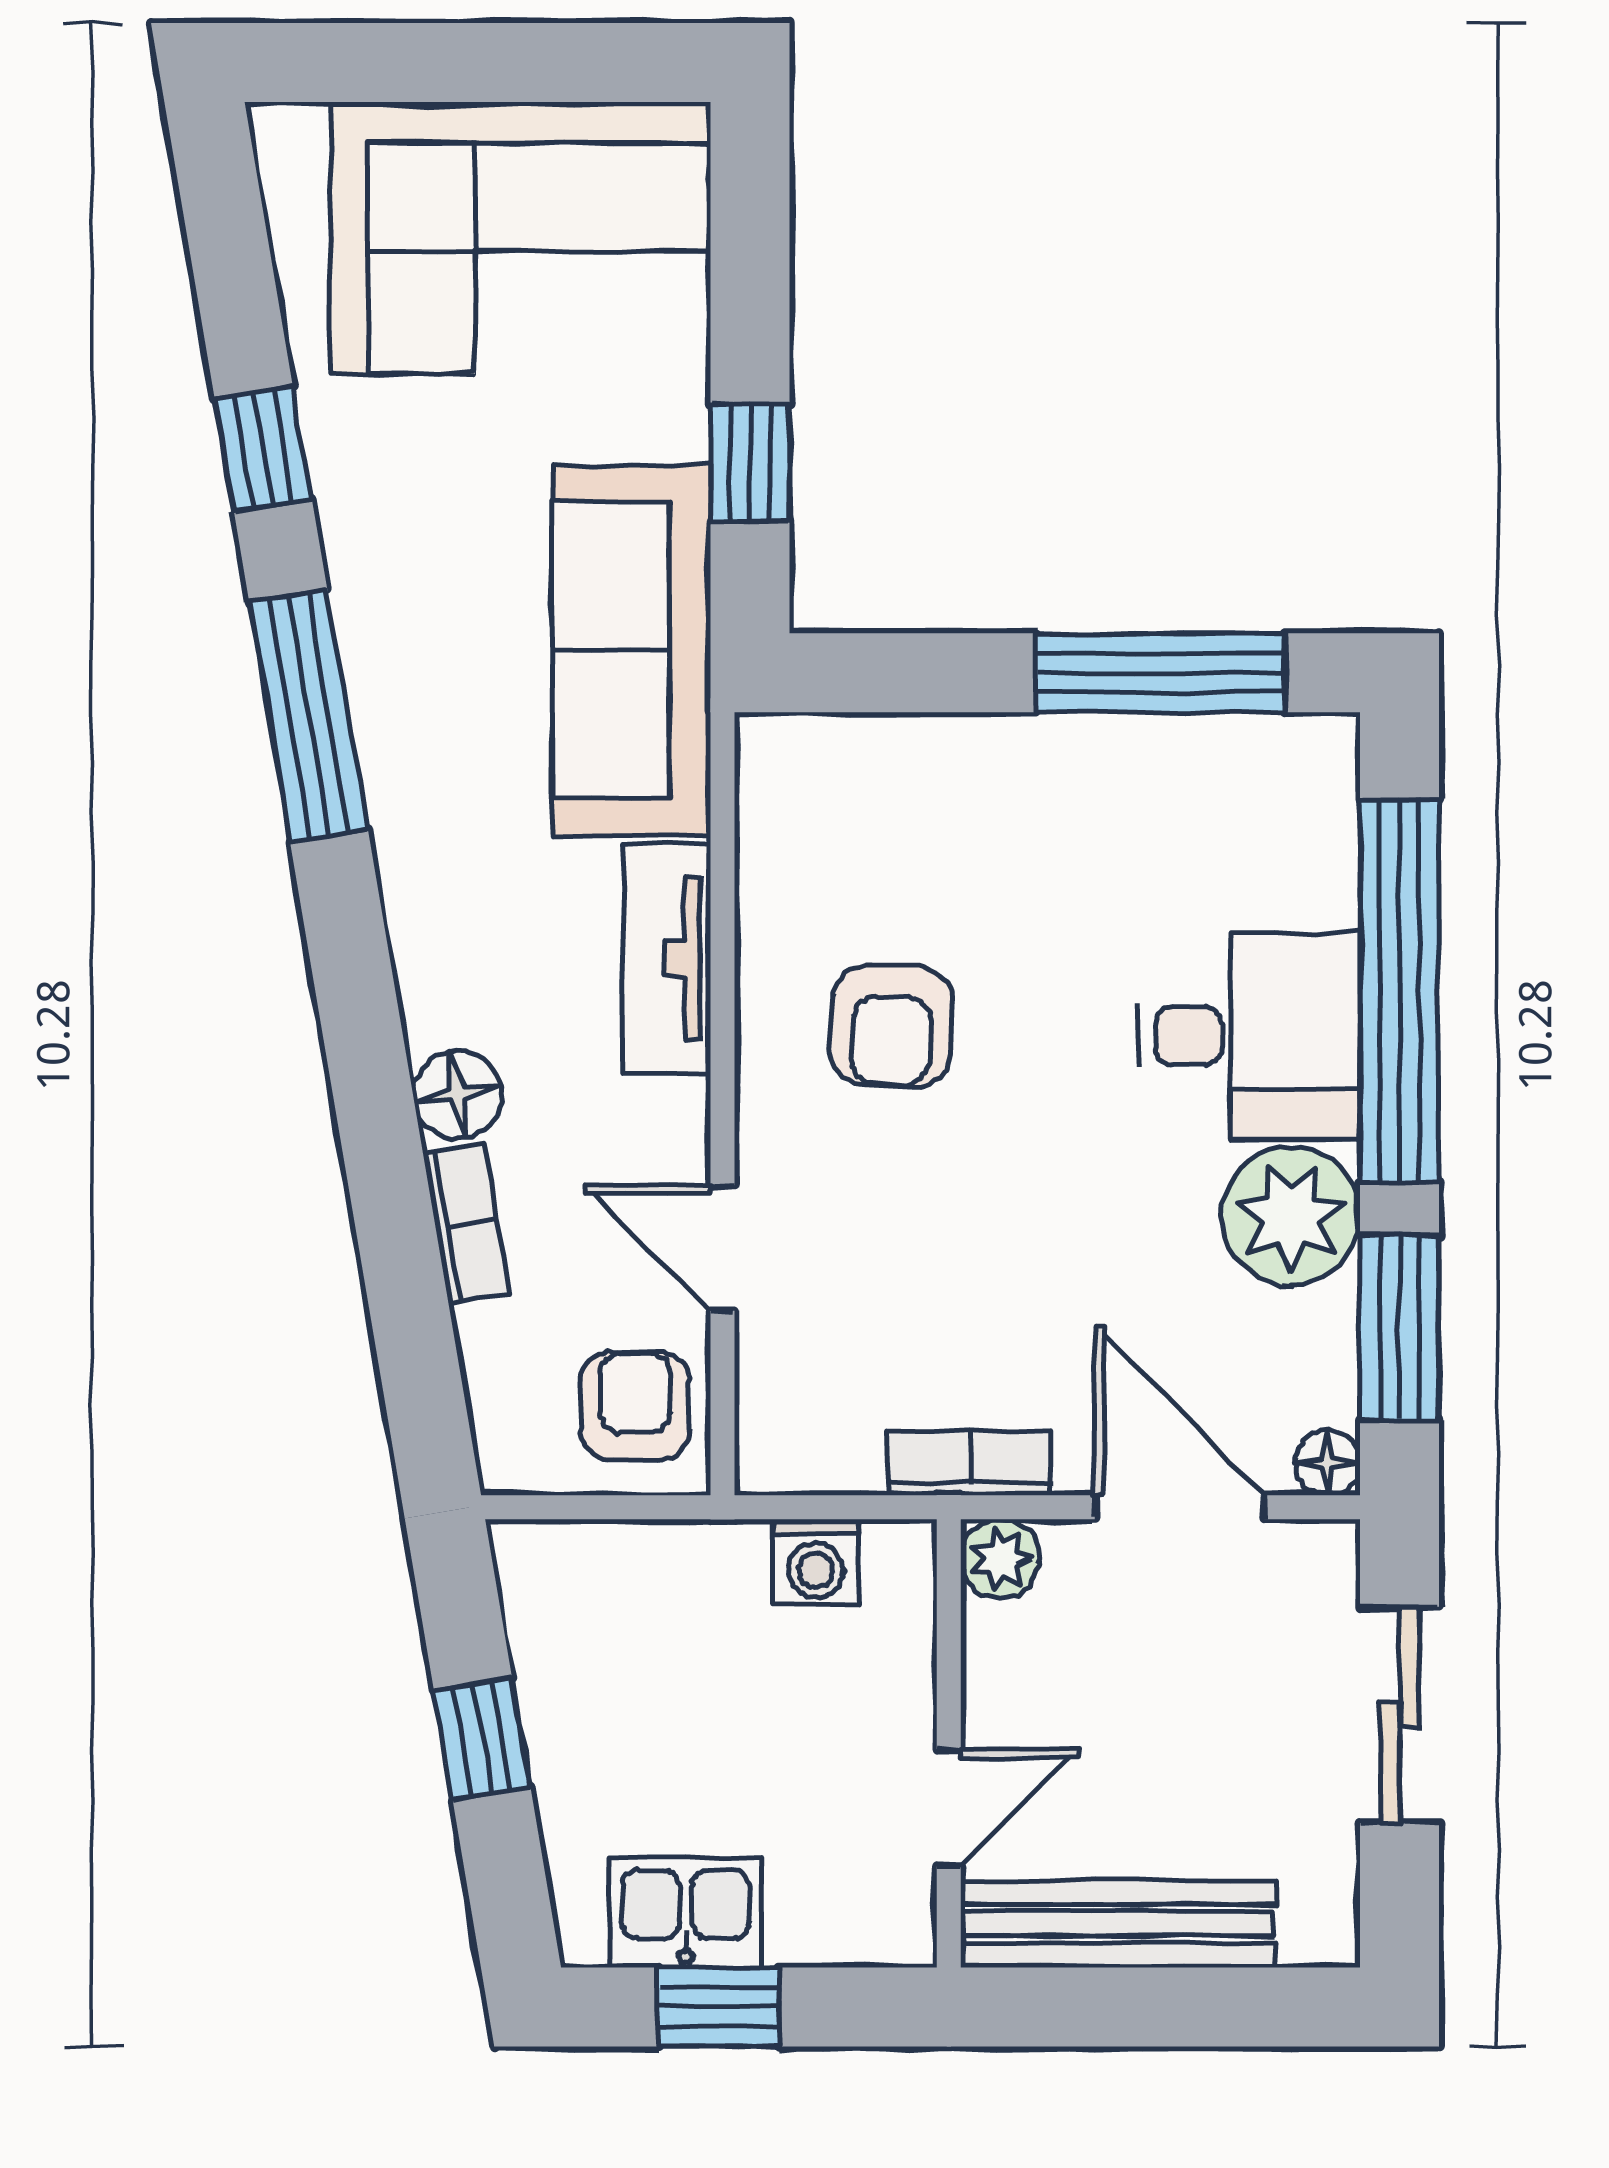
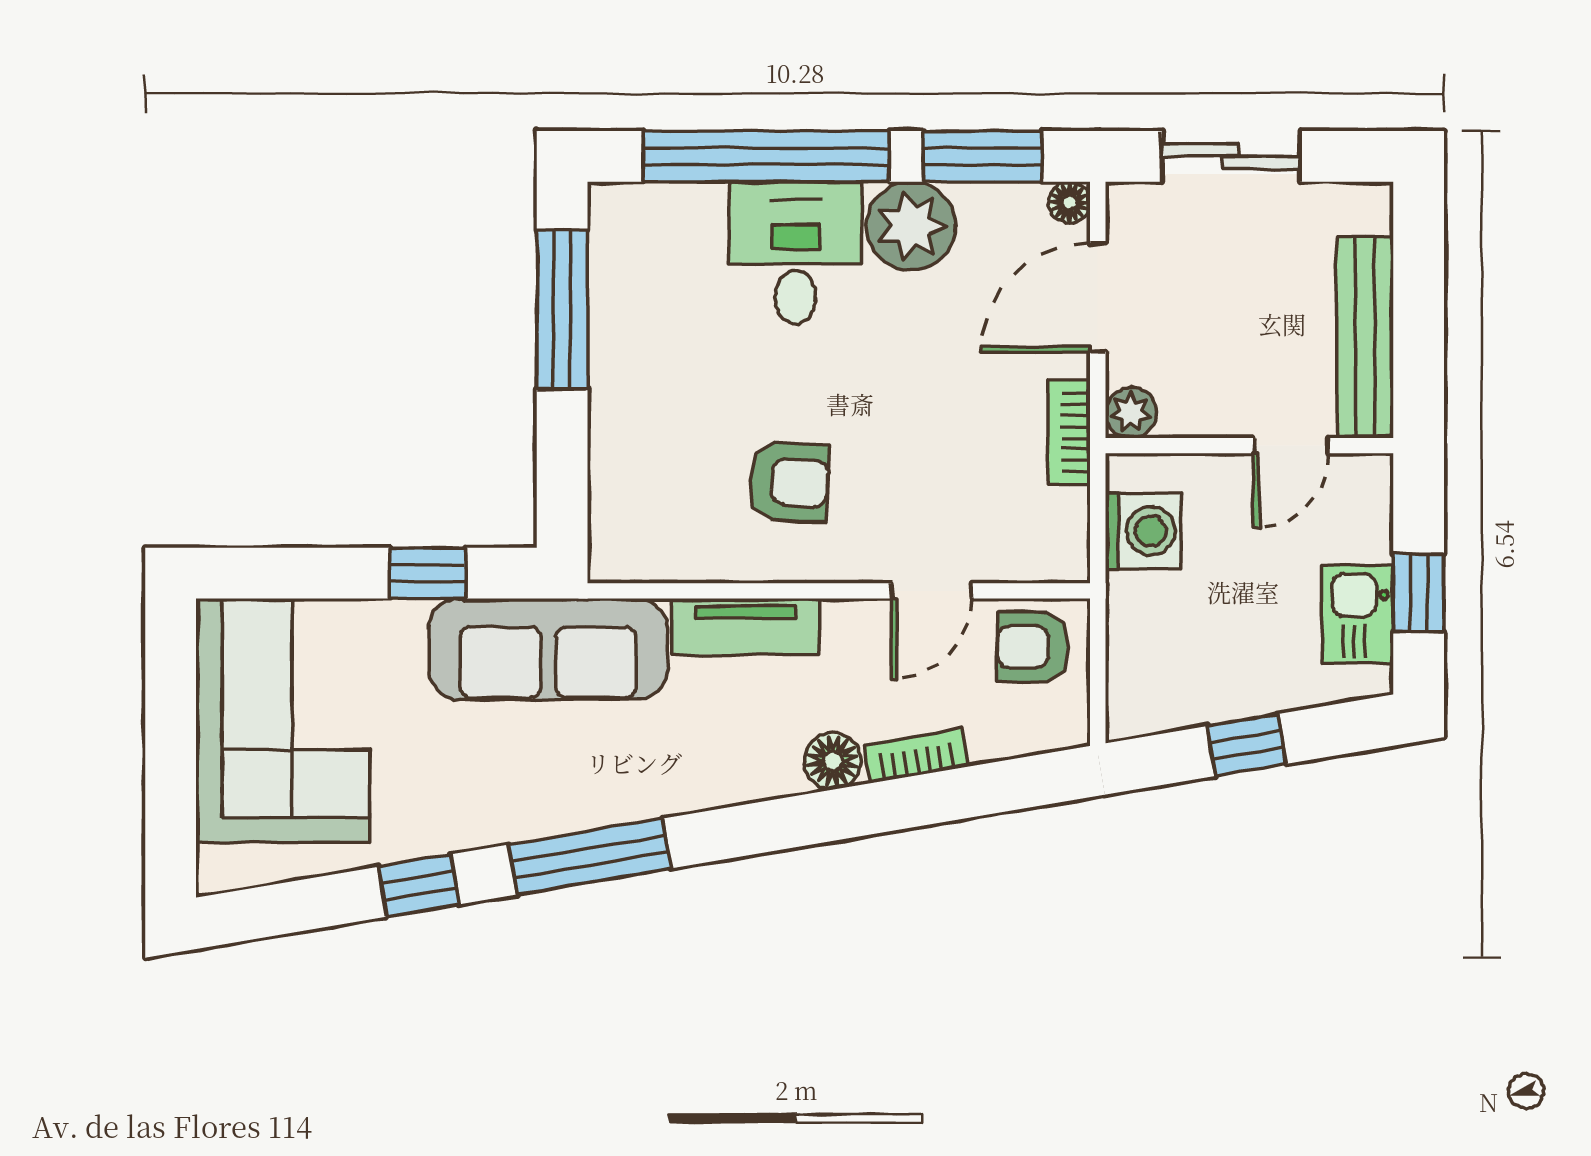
washing machine: (816, 1562) -> (1143, 531), width x1.38, depth x1.38
door: (949, 1808) -> (1291, 446), swing flipped

